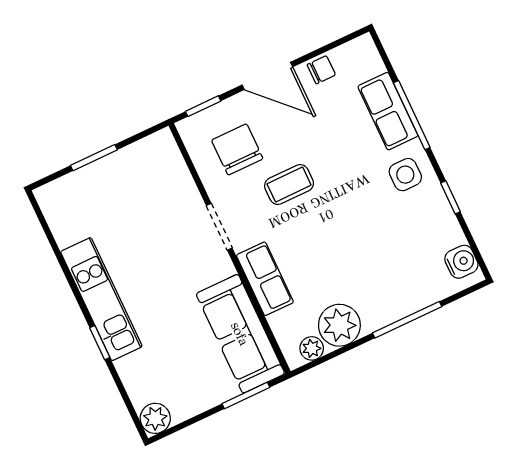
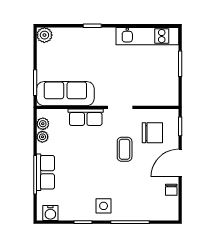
row of seats: (388, 111) -> (45, 172), moved, turned 90
kitchen unit: (101, 299) -> (147, 36), moved
plant: (339, 325) -> (42, 137), width x0.53, depth x0.53

